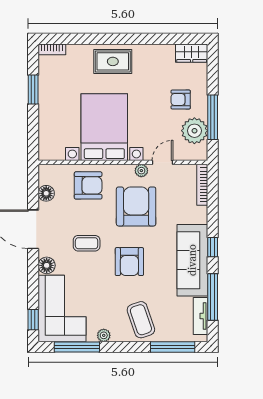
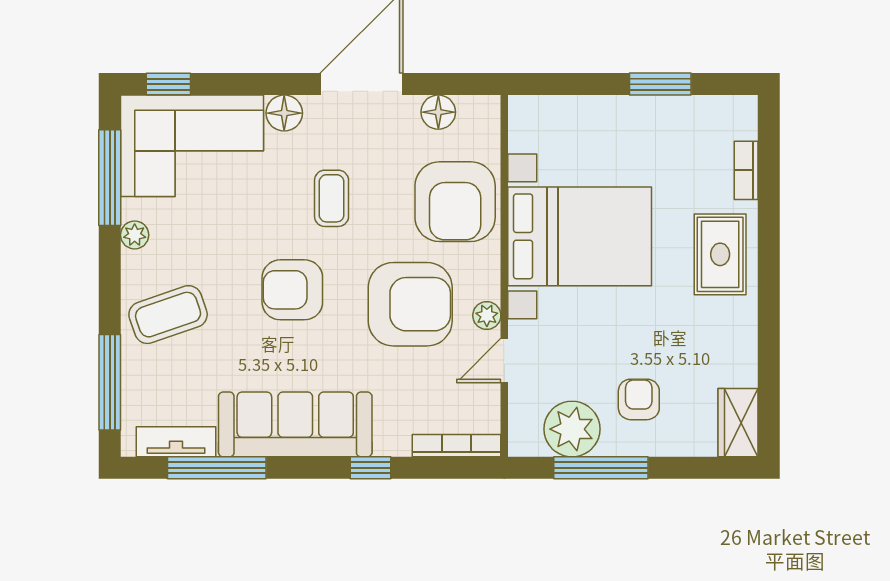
bookcase: (52, 49) -> (746, 170), moved
door: (162, 162) -> (504, 361), swing flipped
armchair: (88, 185) -> (455, 202), width x1.36, depth x1.36
window: (213, 247) -> (370, 468), moved

